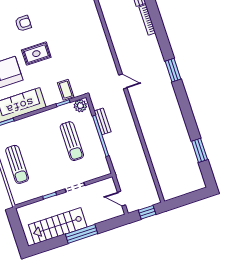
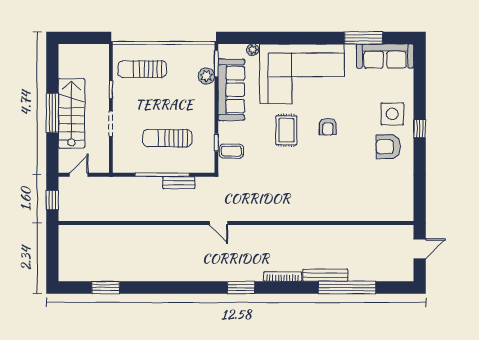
window: (173, 70) -> (241, 288), moved
door: (123, 81) -> (219, 223), hinge flipped
plant: (80, 106) -> (206, 76), moved
sun lounger: (17, 164) -> (142, 69), moved
stairs: (58, 226) -> (71, 113), moved

